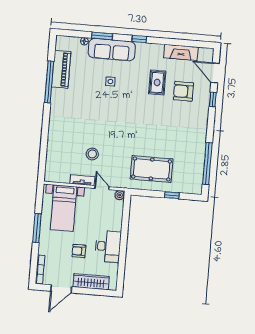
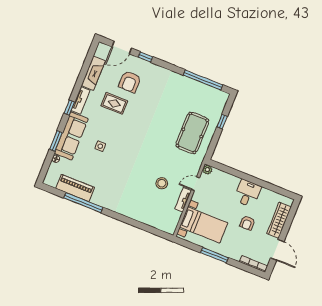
tv unit: (150, 48) -> (81, 100), added
desk: (108, 246) -> (247, 193), width x0.73

